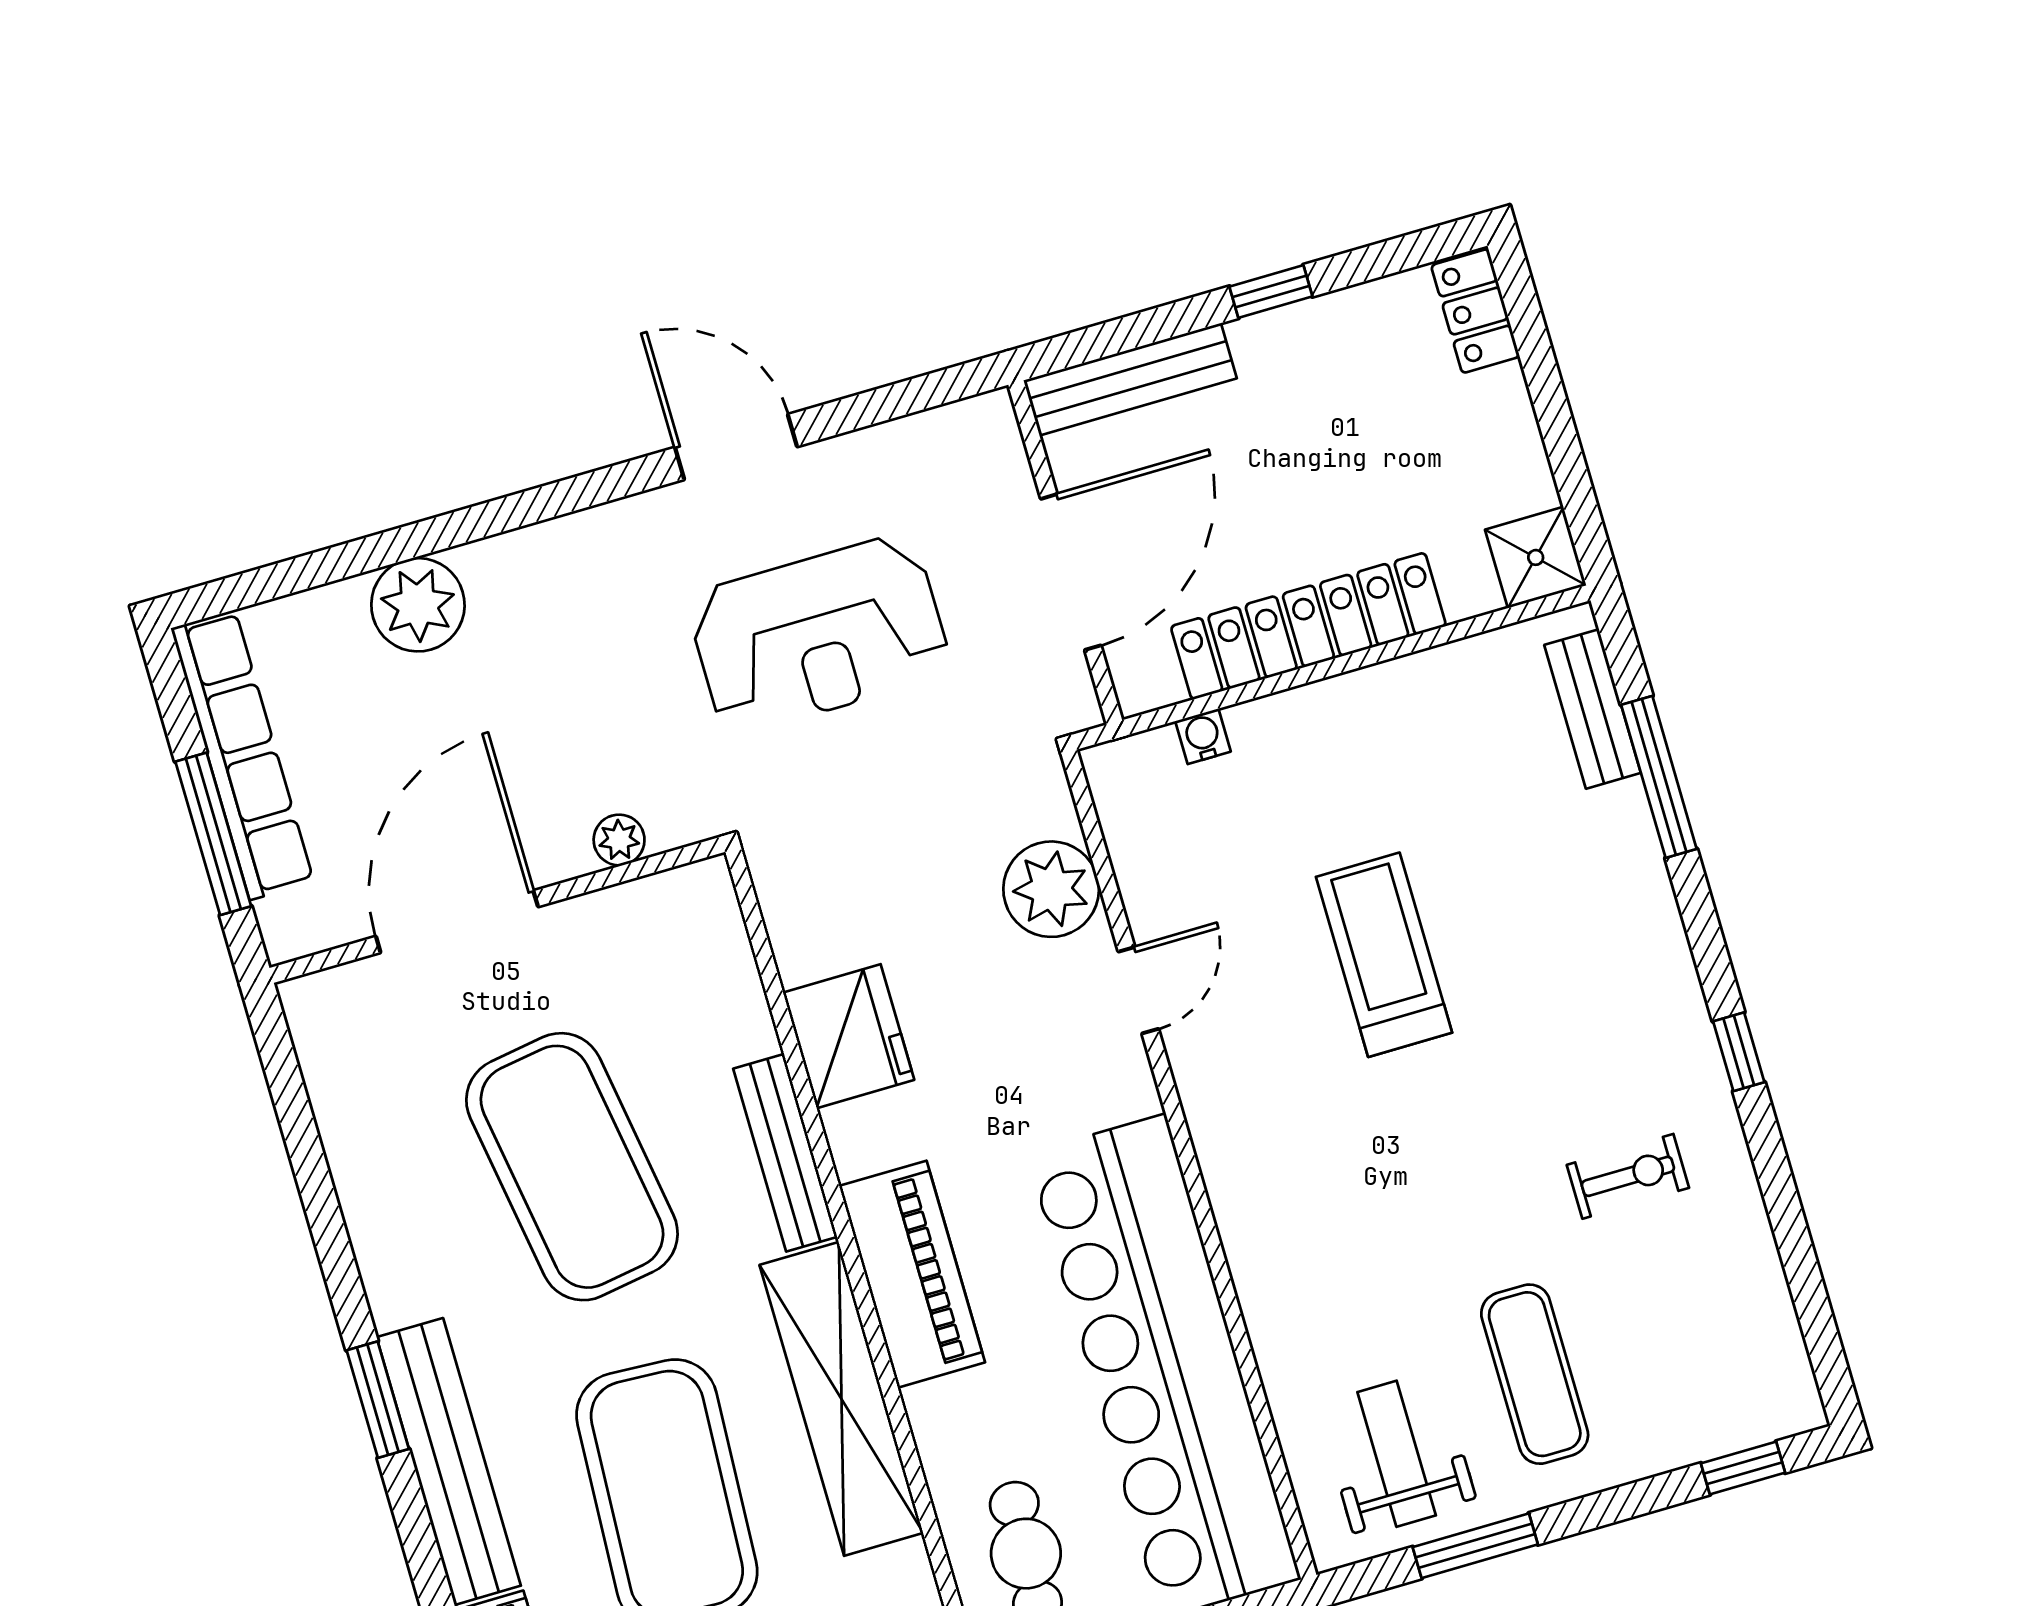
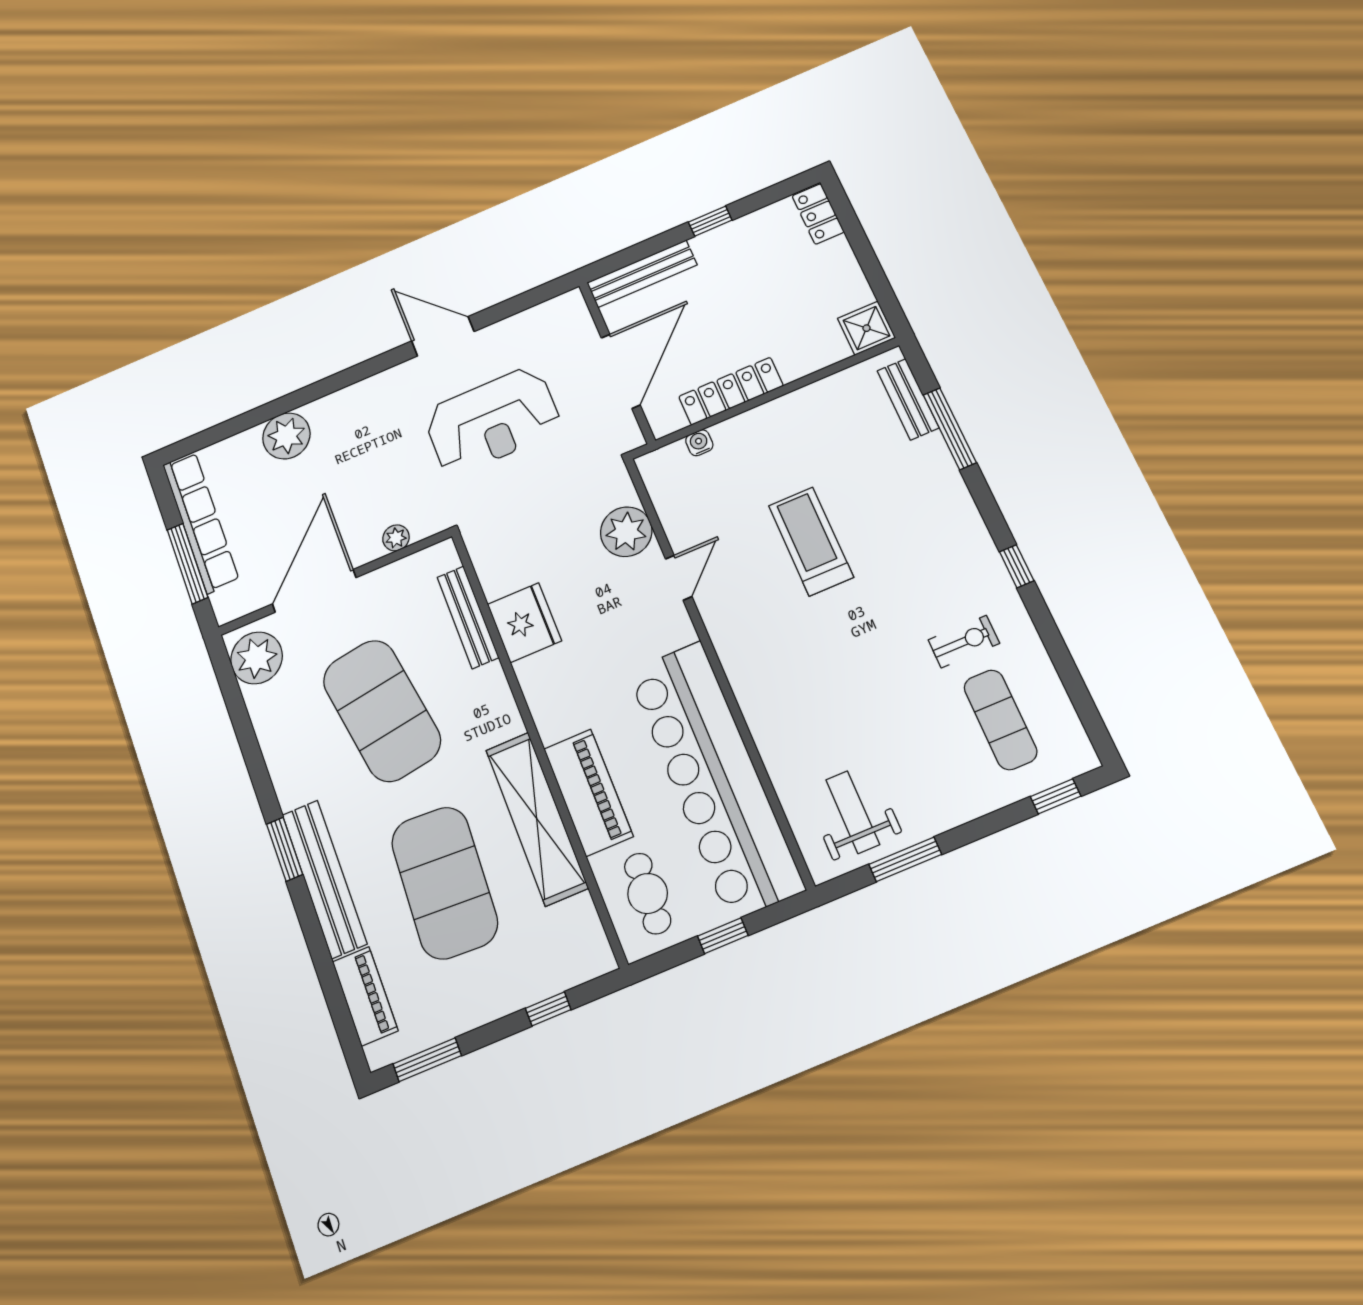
locker: (1308, 626) -> (731, 391), width x0.71, depth x0.83
plant: (341, 1036) -> (257, 658), added
bench: (785, 1153) -> (468, 617), moved
piano: (912, 1274) -> (588, 792), moved
exercise mat: (1535, 1374) -> (1000, 720), moved

